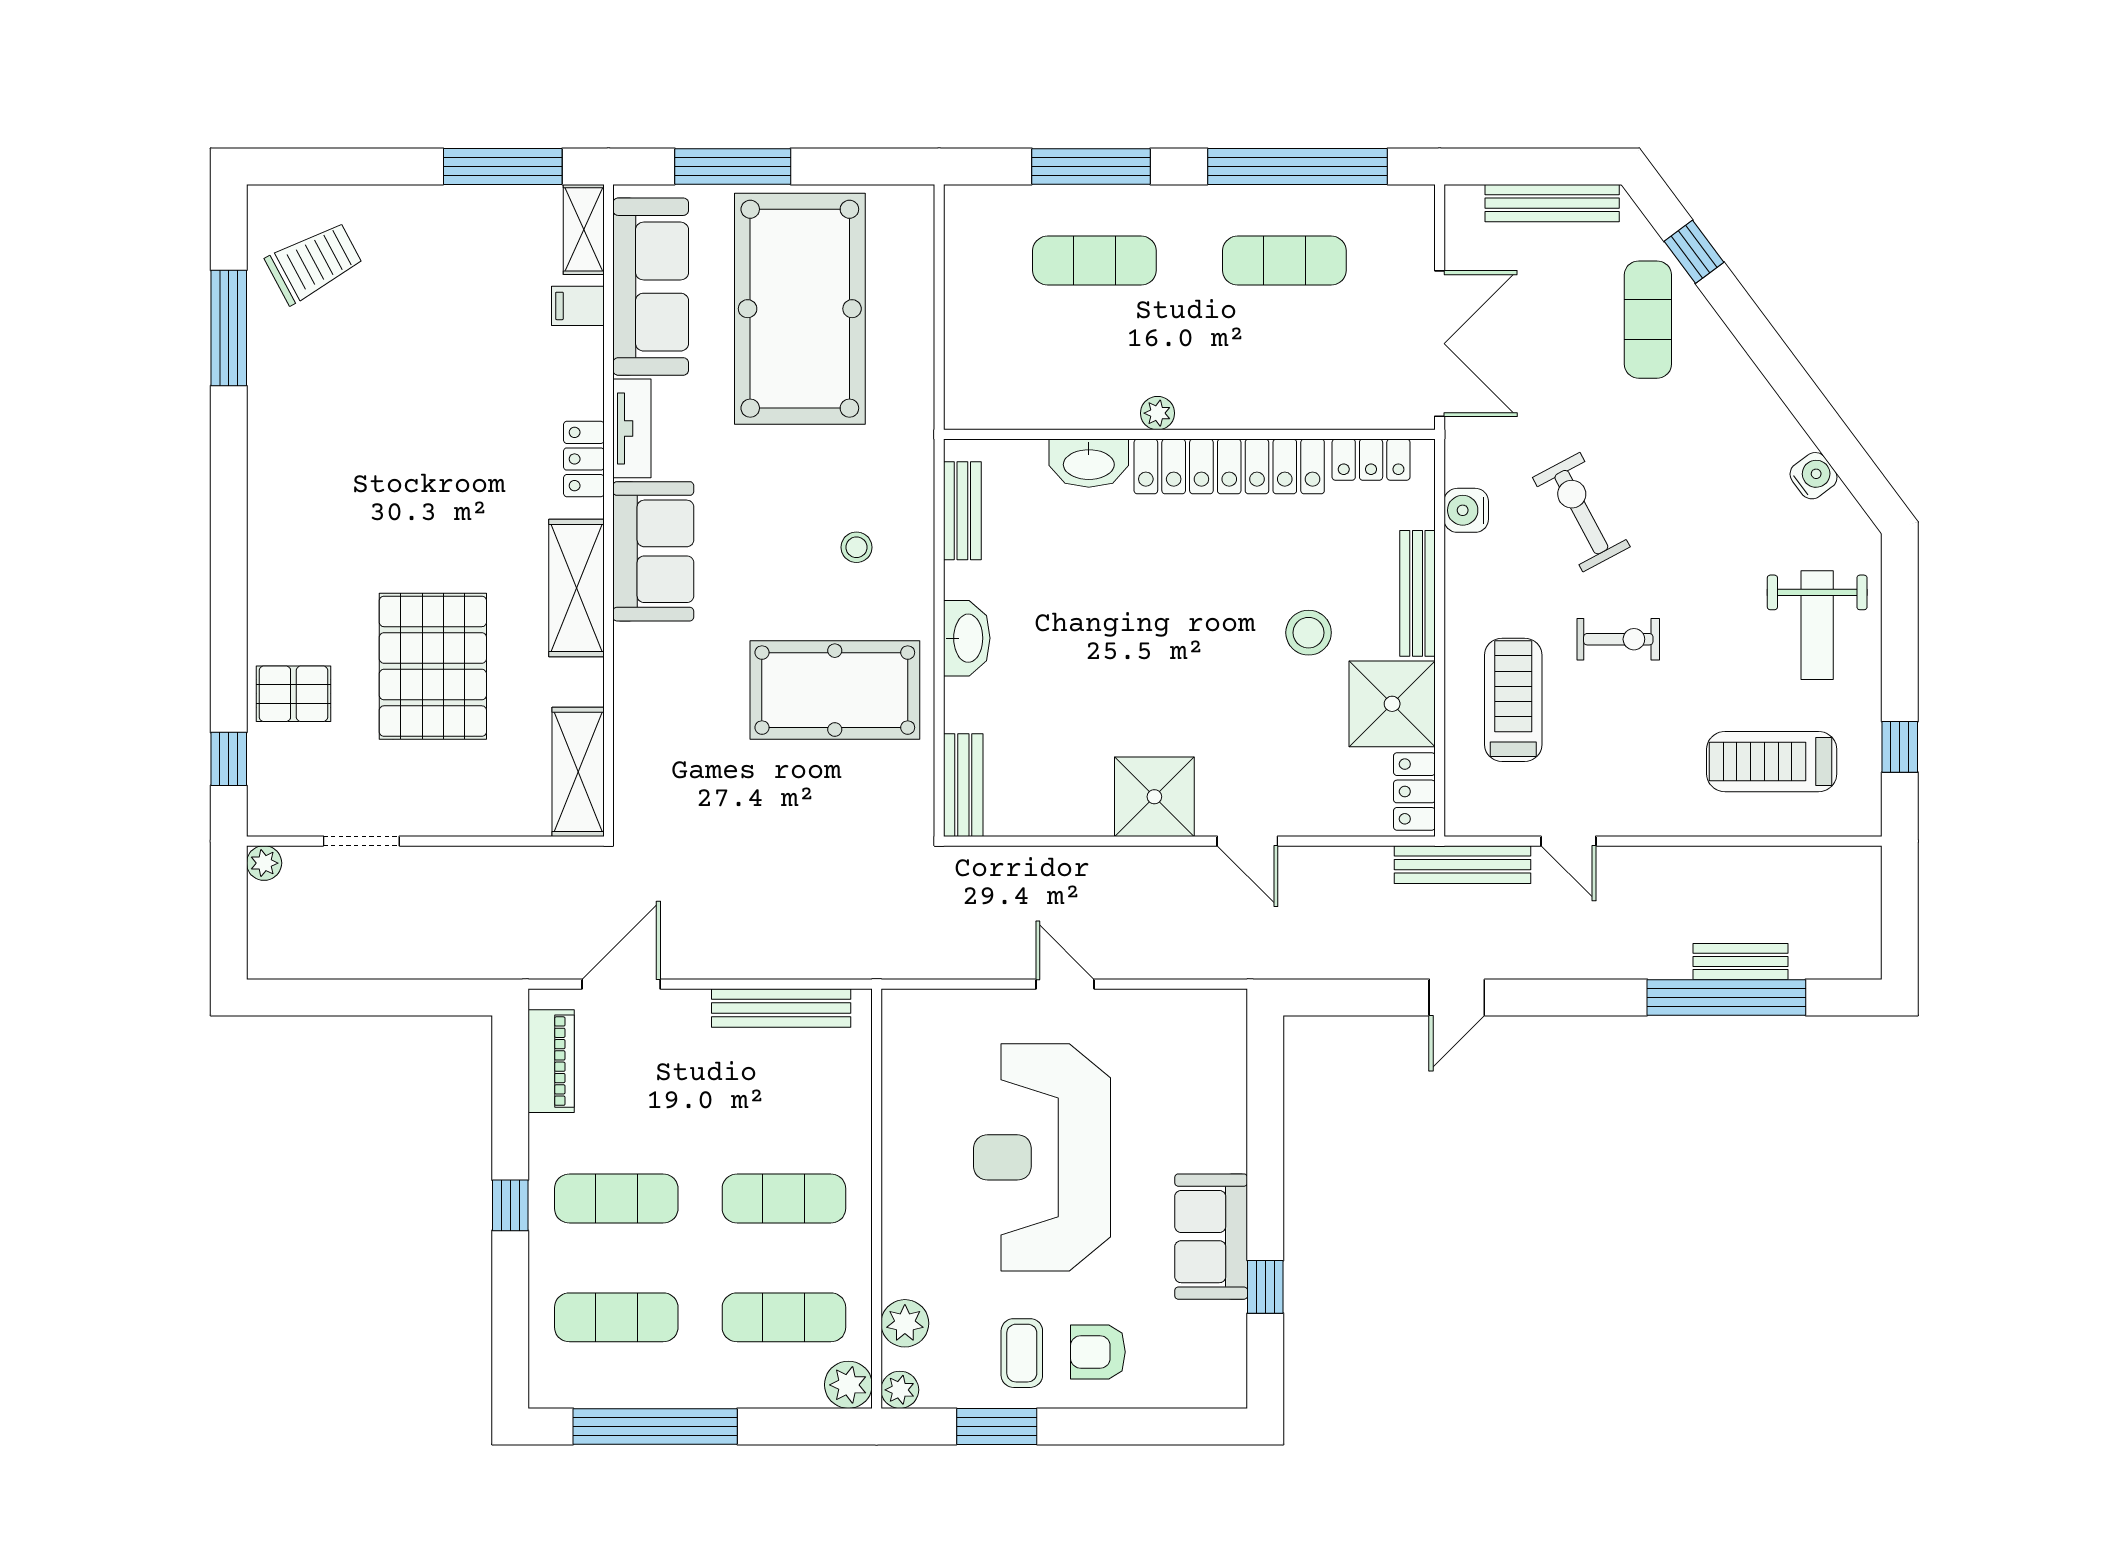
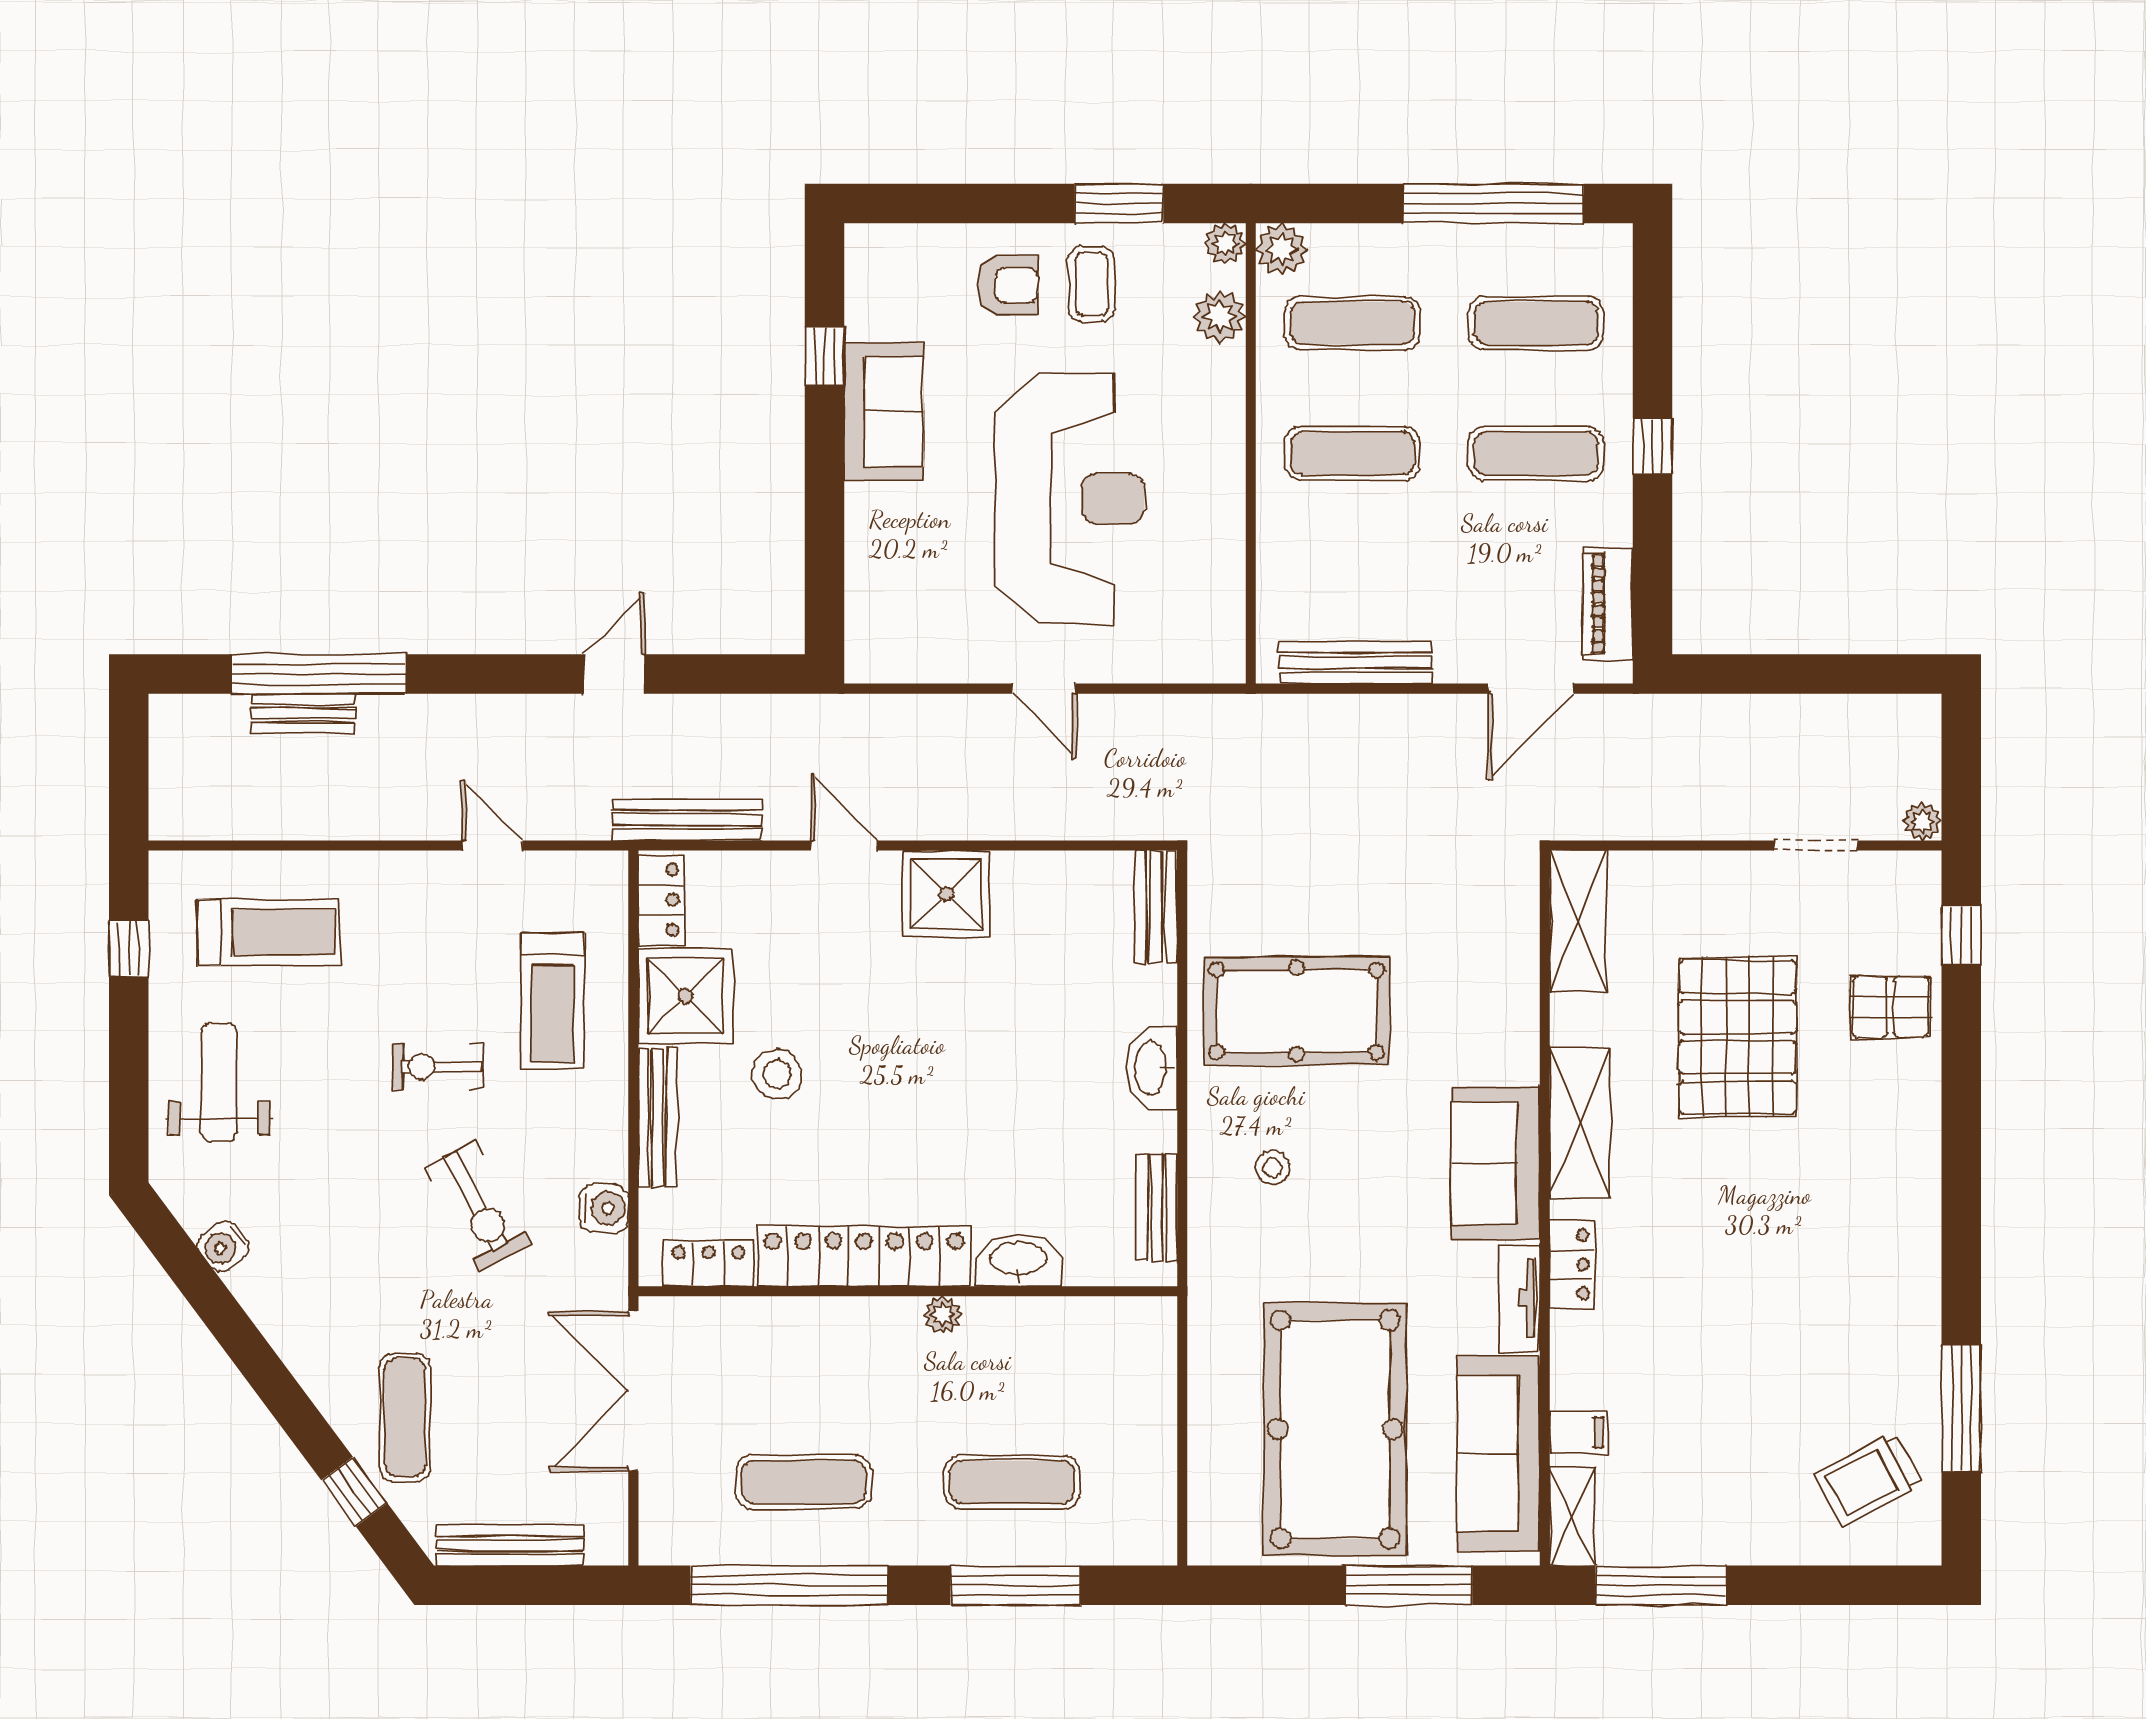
bench: (1463, 865) -> (687, 820), moved

